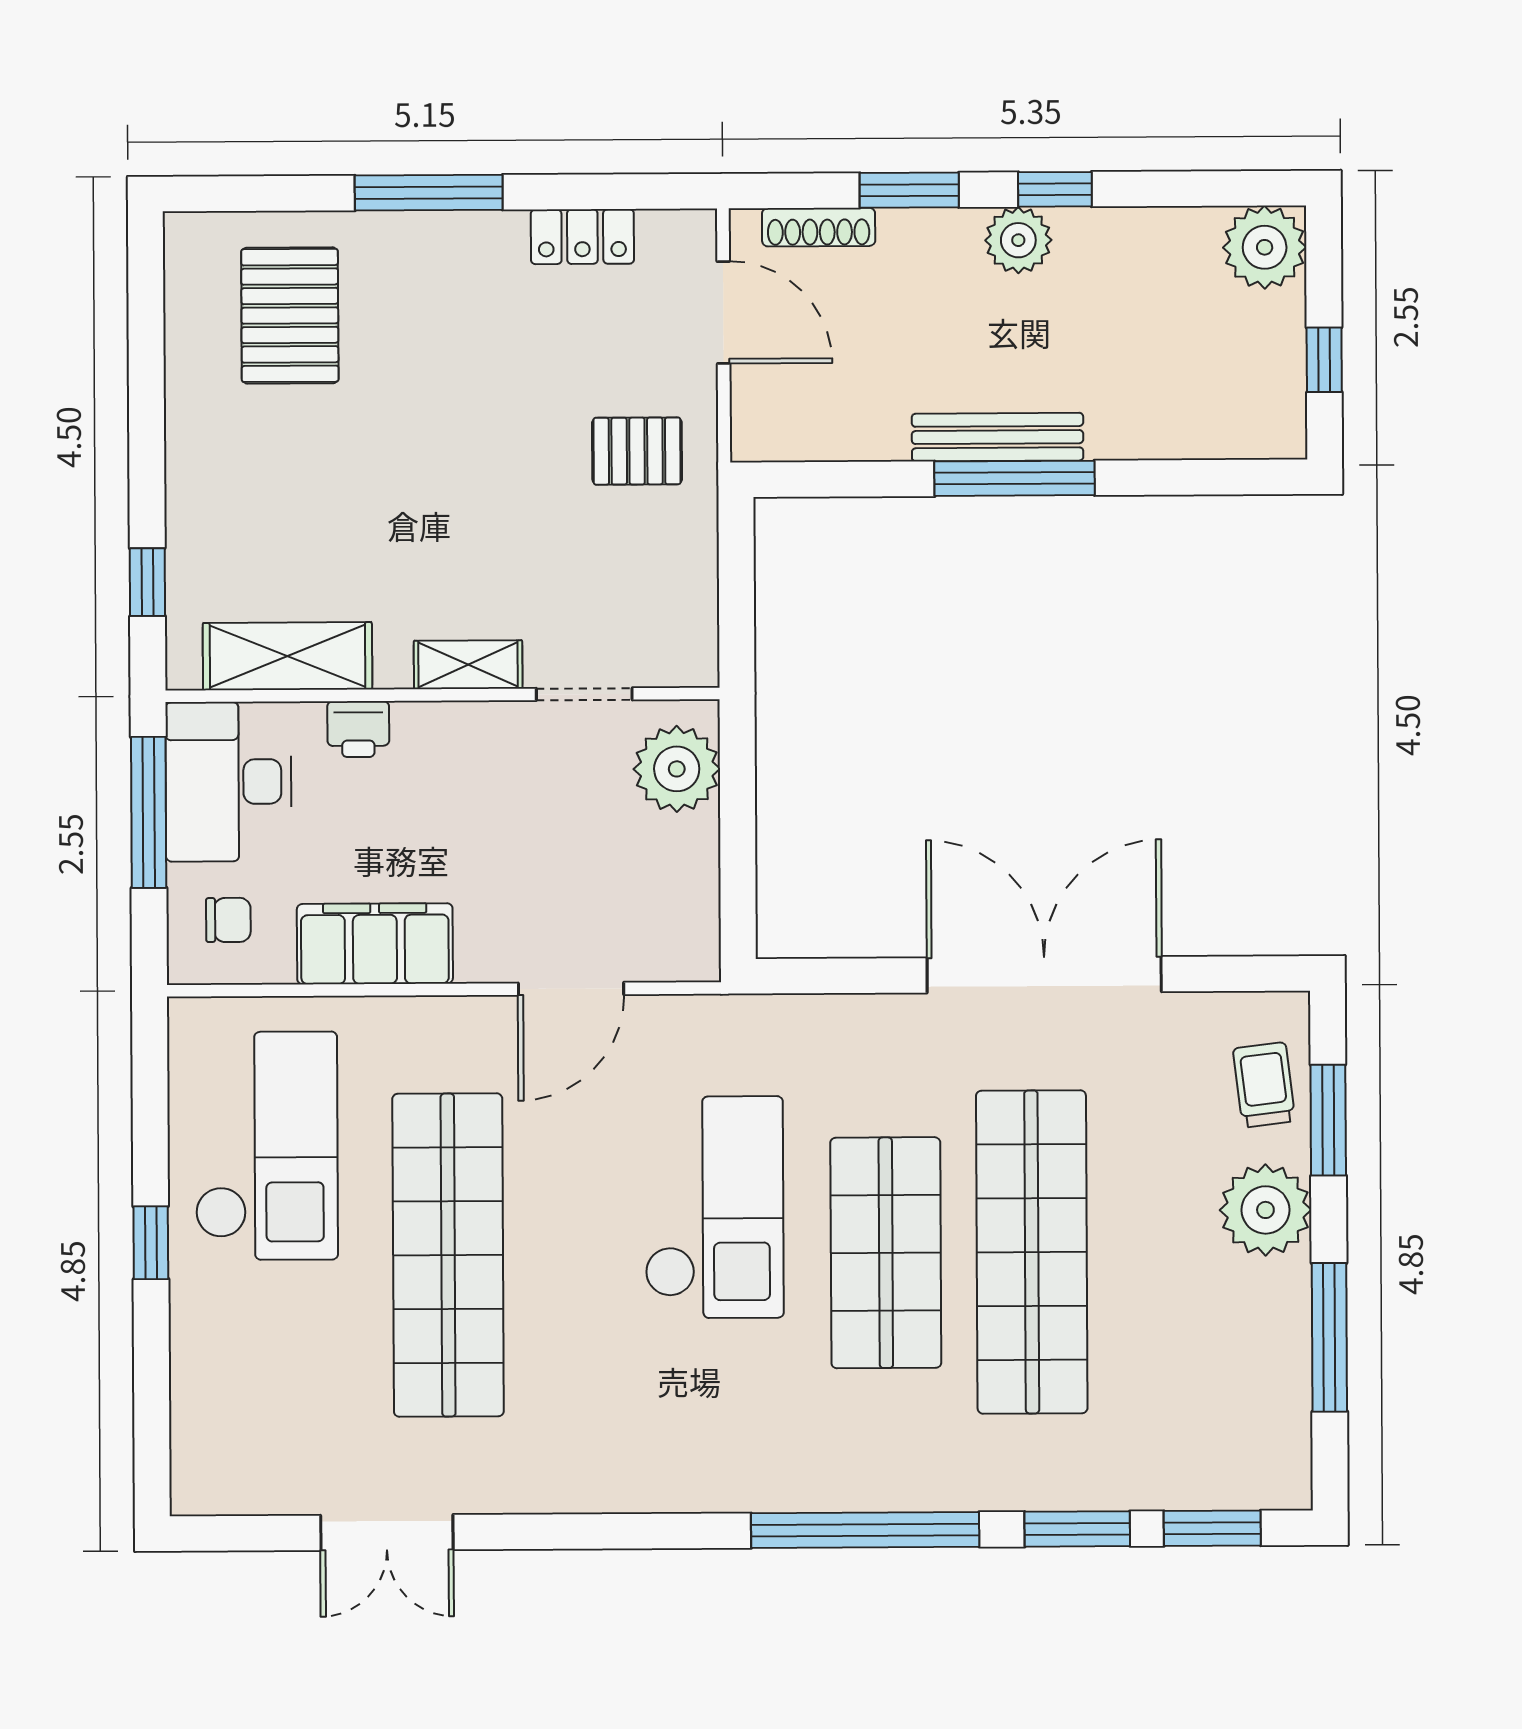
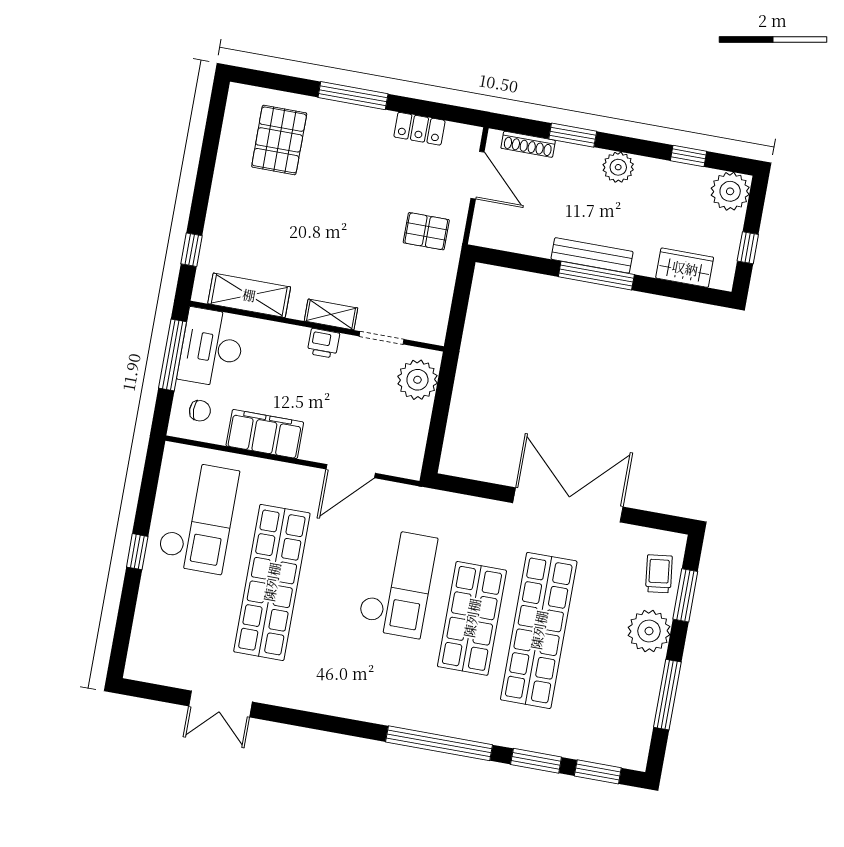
window: (1055, 189) -> (688, 156), moved
wardrobe: (1198, 427) -> (685, 268), added
printer: (358, 729) -> (323, 343), moved

